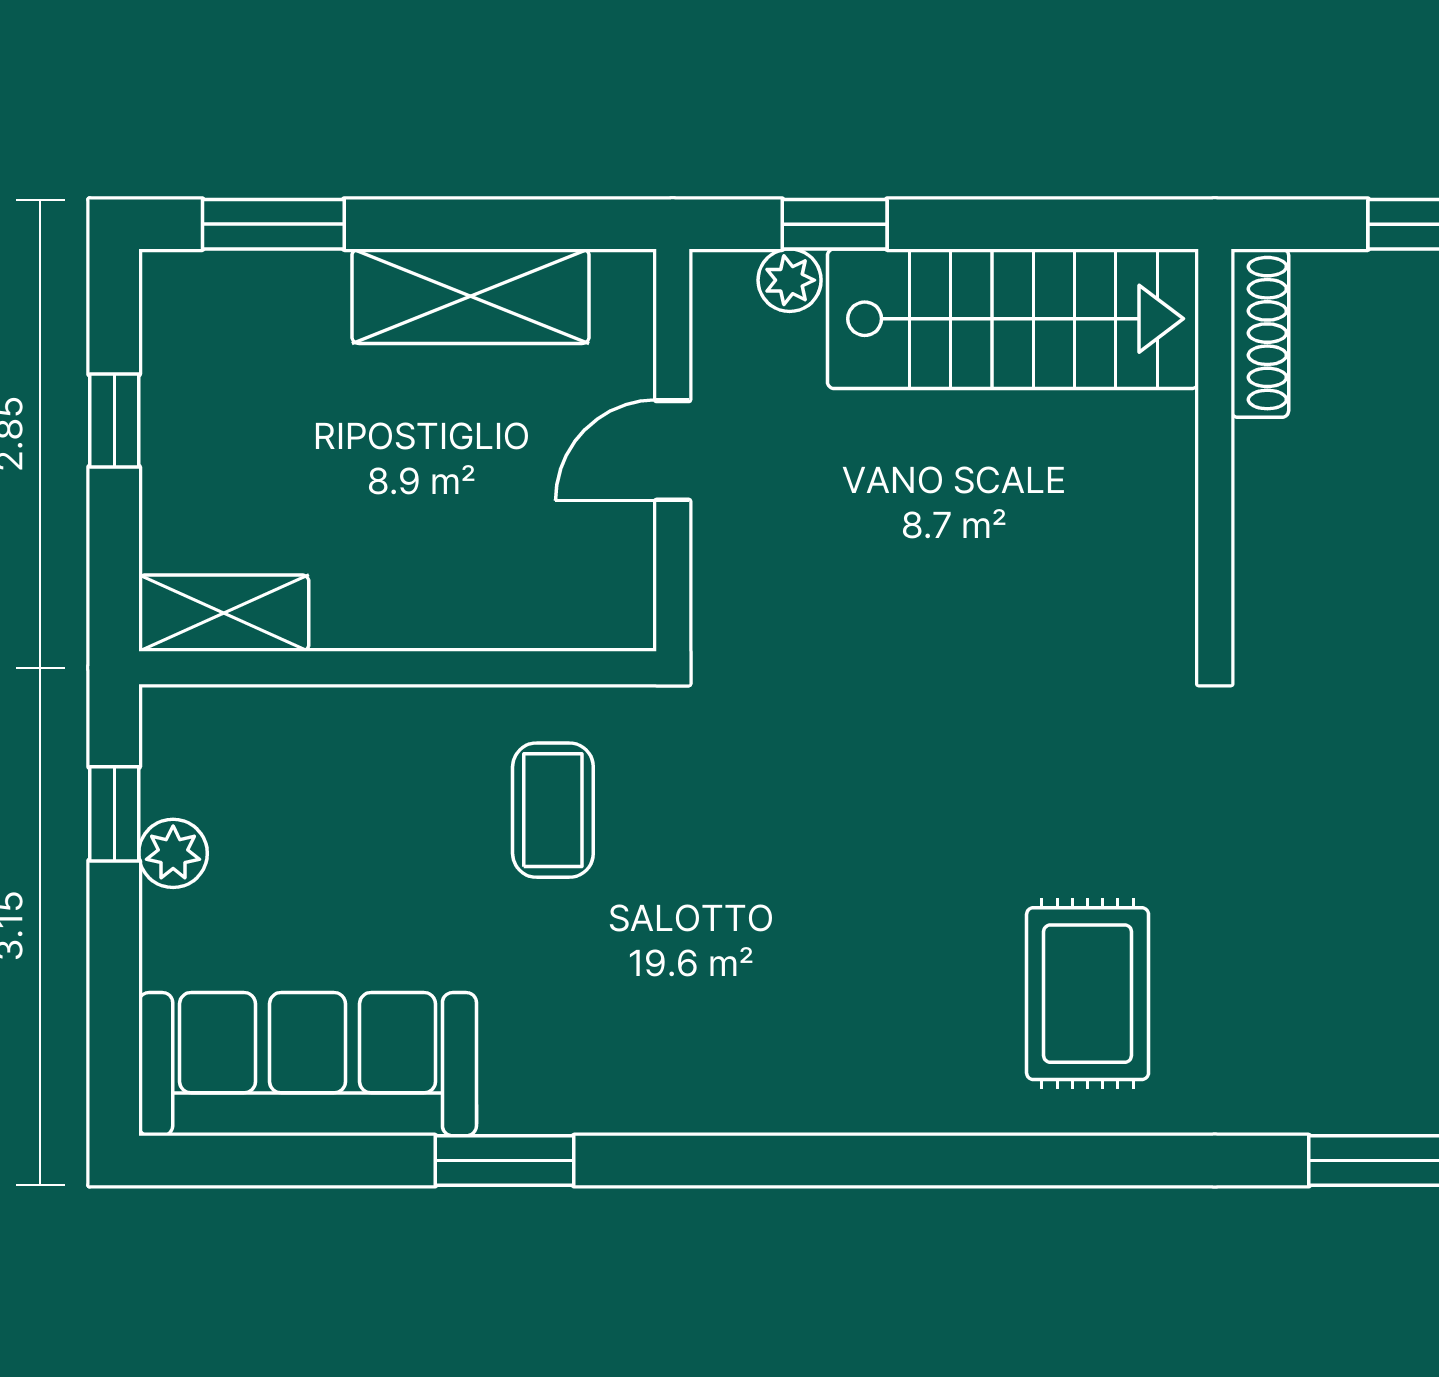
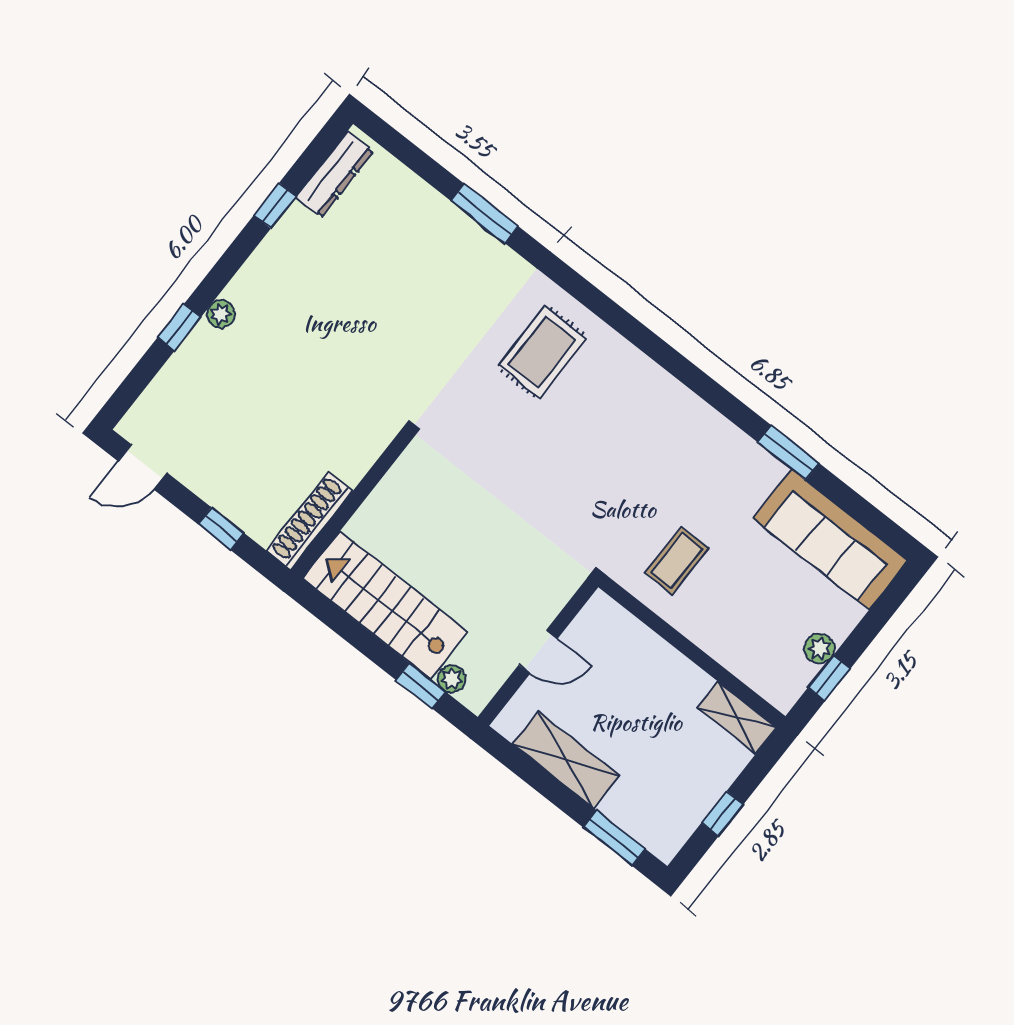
shoe rack: (1260, 333) -> (310, 521), width x1.36, depth x1.24

